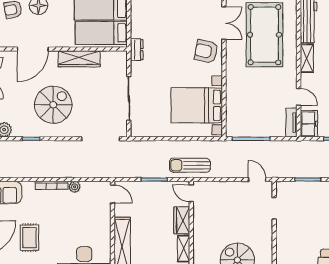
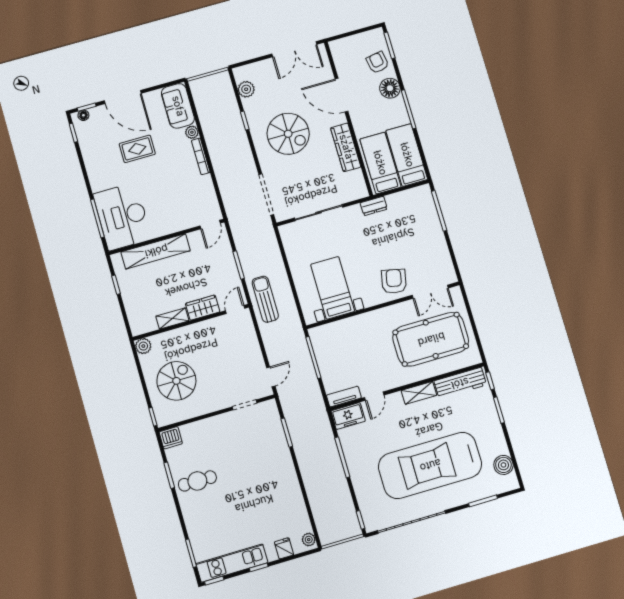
bed with nightstands: (197, 105) -> (333, 288), width x0.73
plant: (75, 187) -> (192, 132), moved

